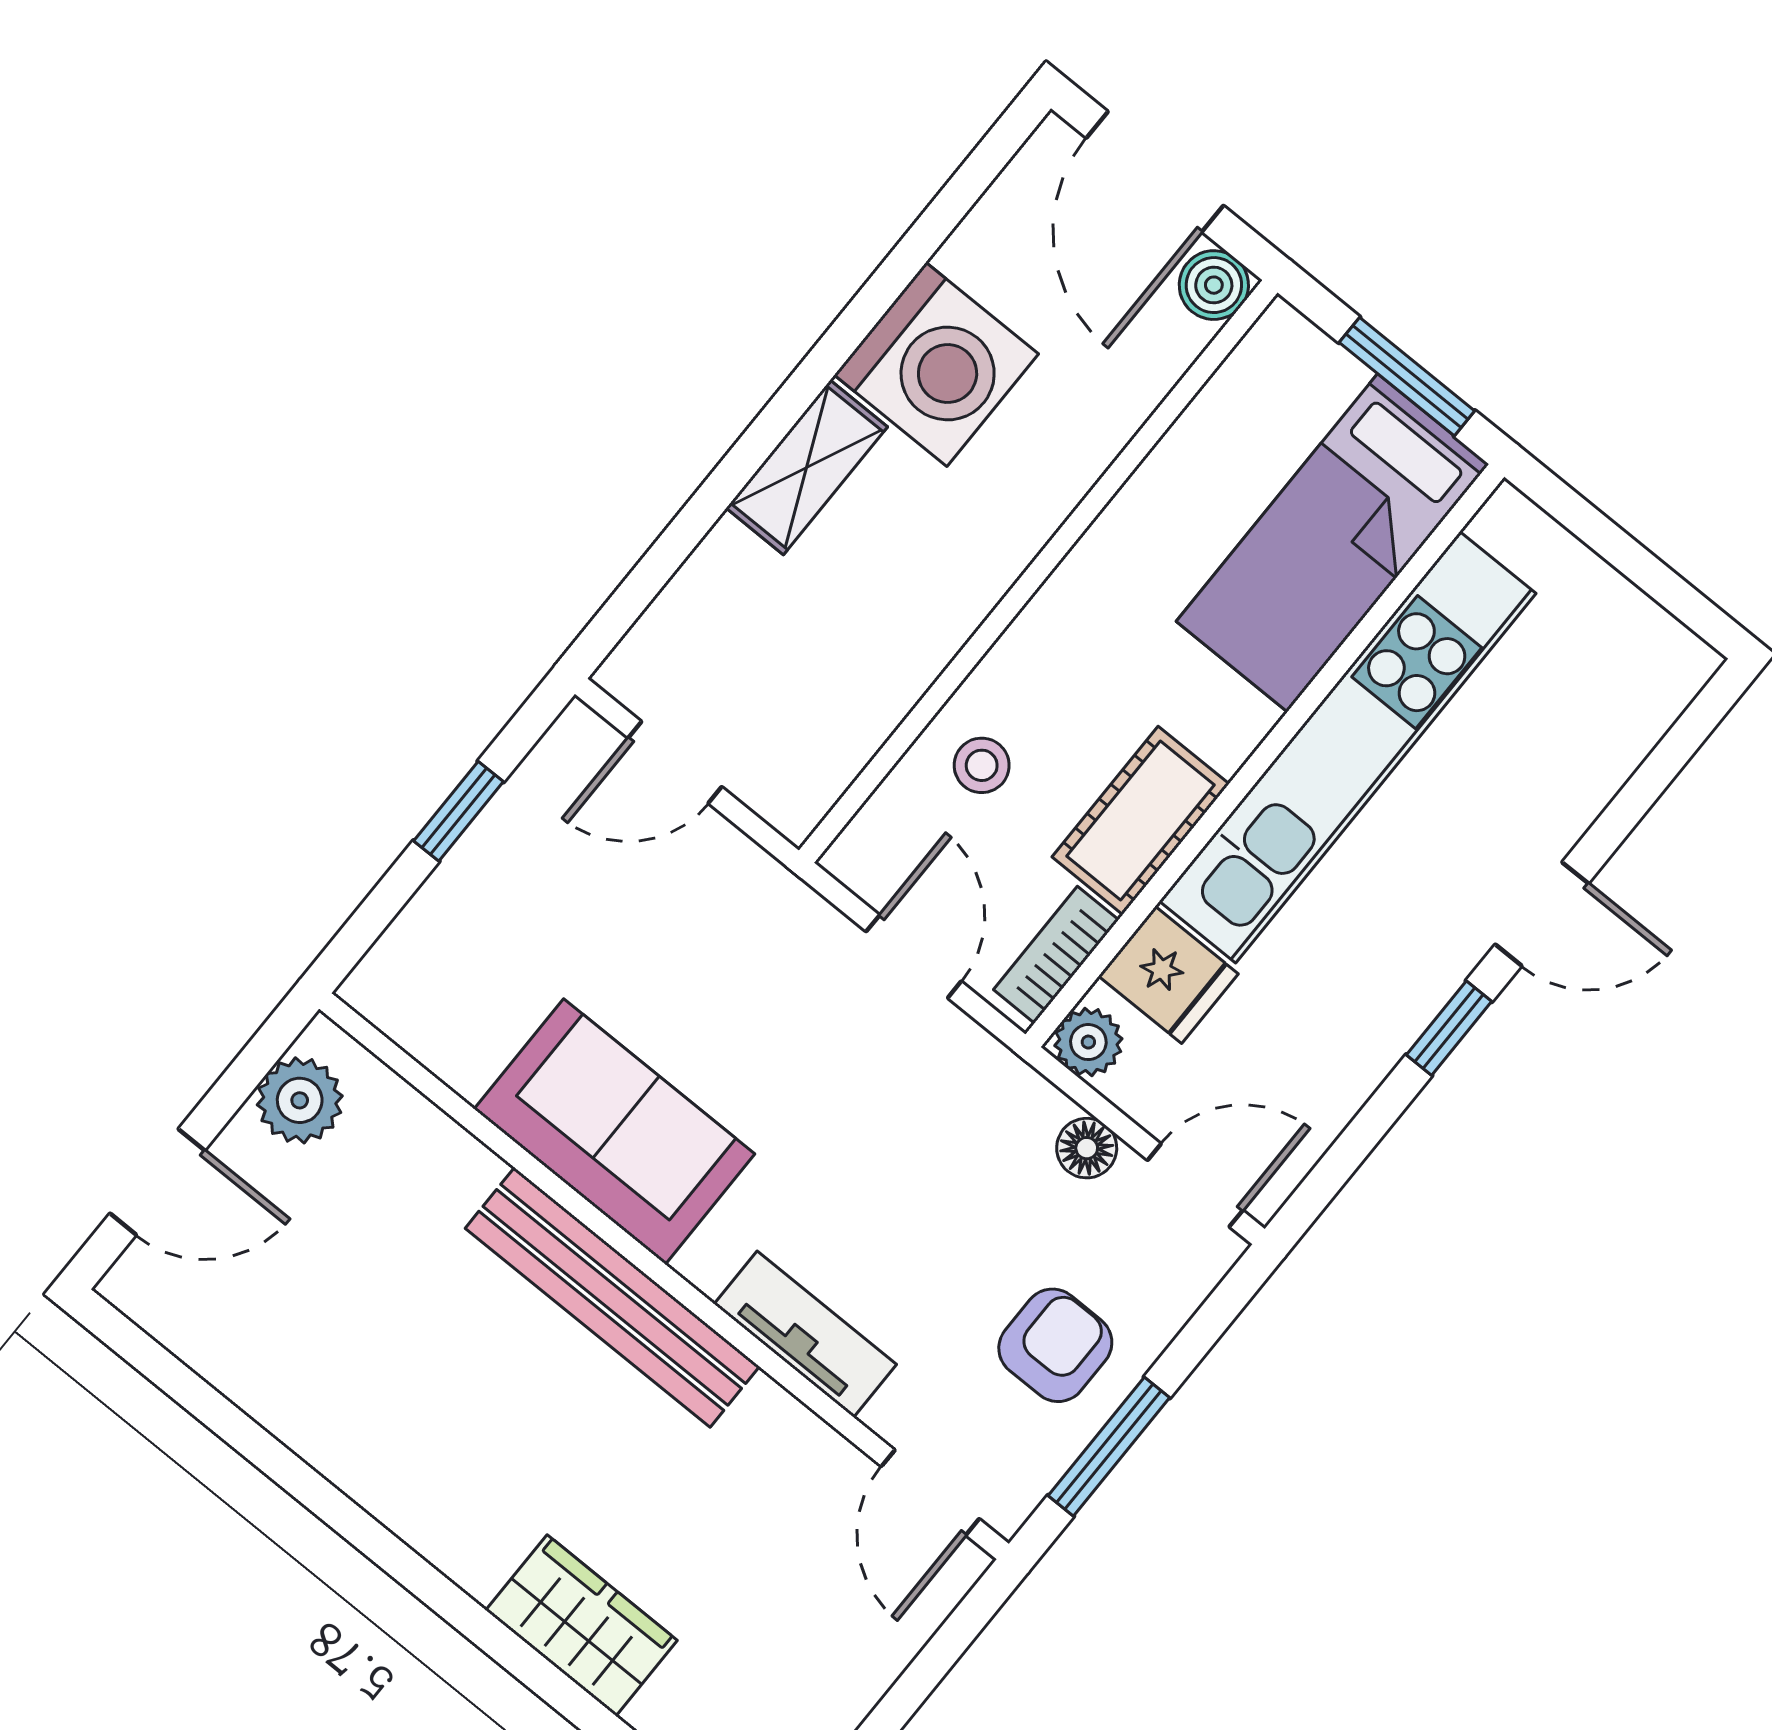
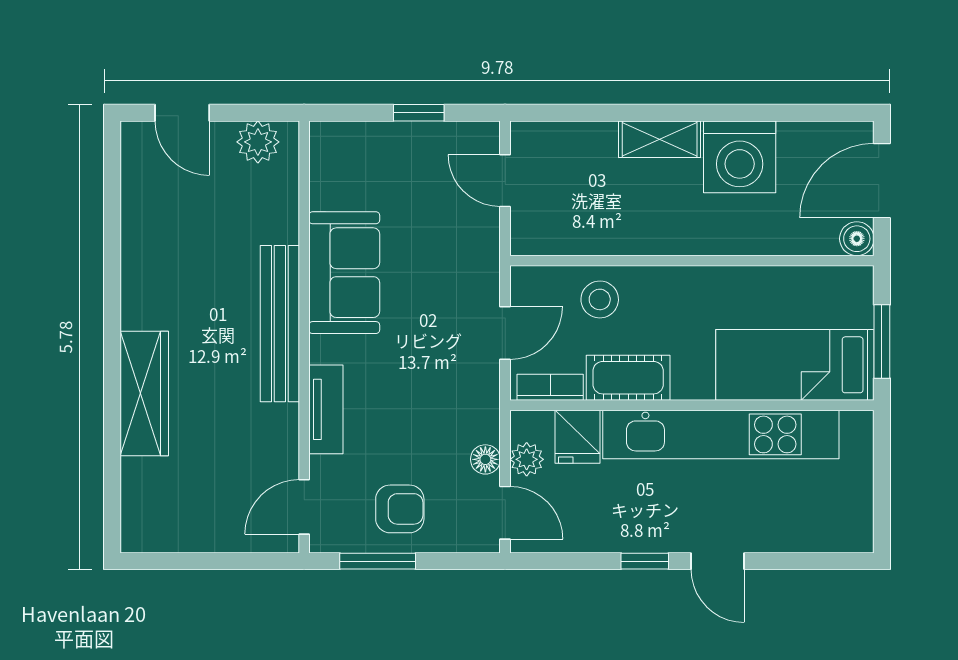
stool: (982, 765) -> (600, 299), width x1.37, depth x1.37
plant: (1088, 1042) -> (527, 459), moved
wardrobe: (582, 1625) -> (144, 393), width x1.50

